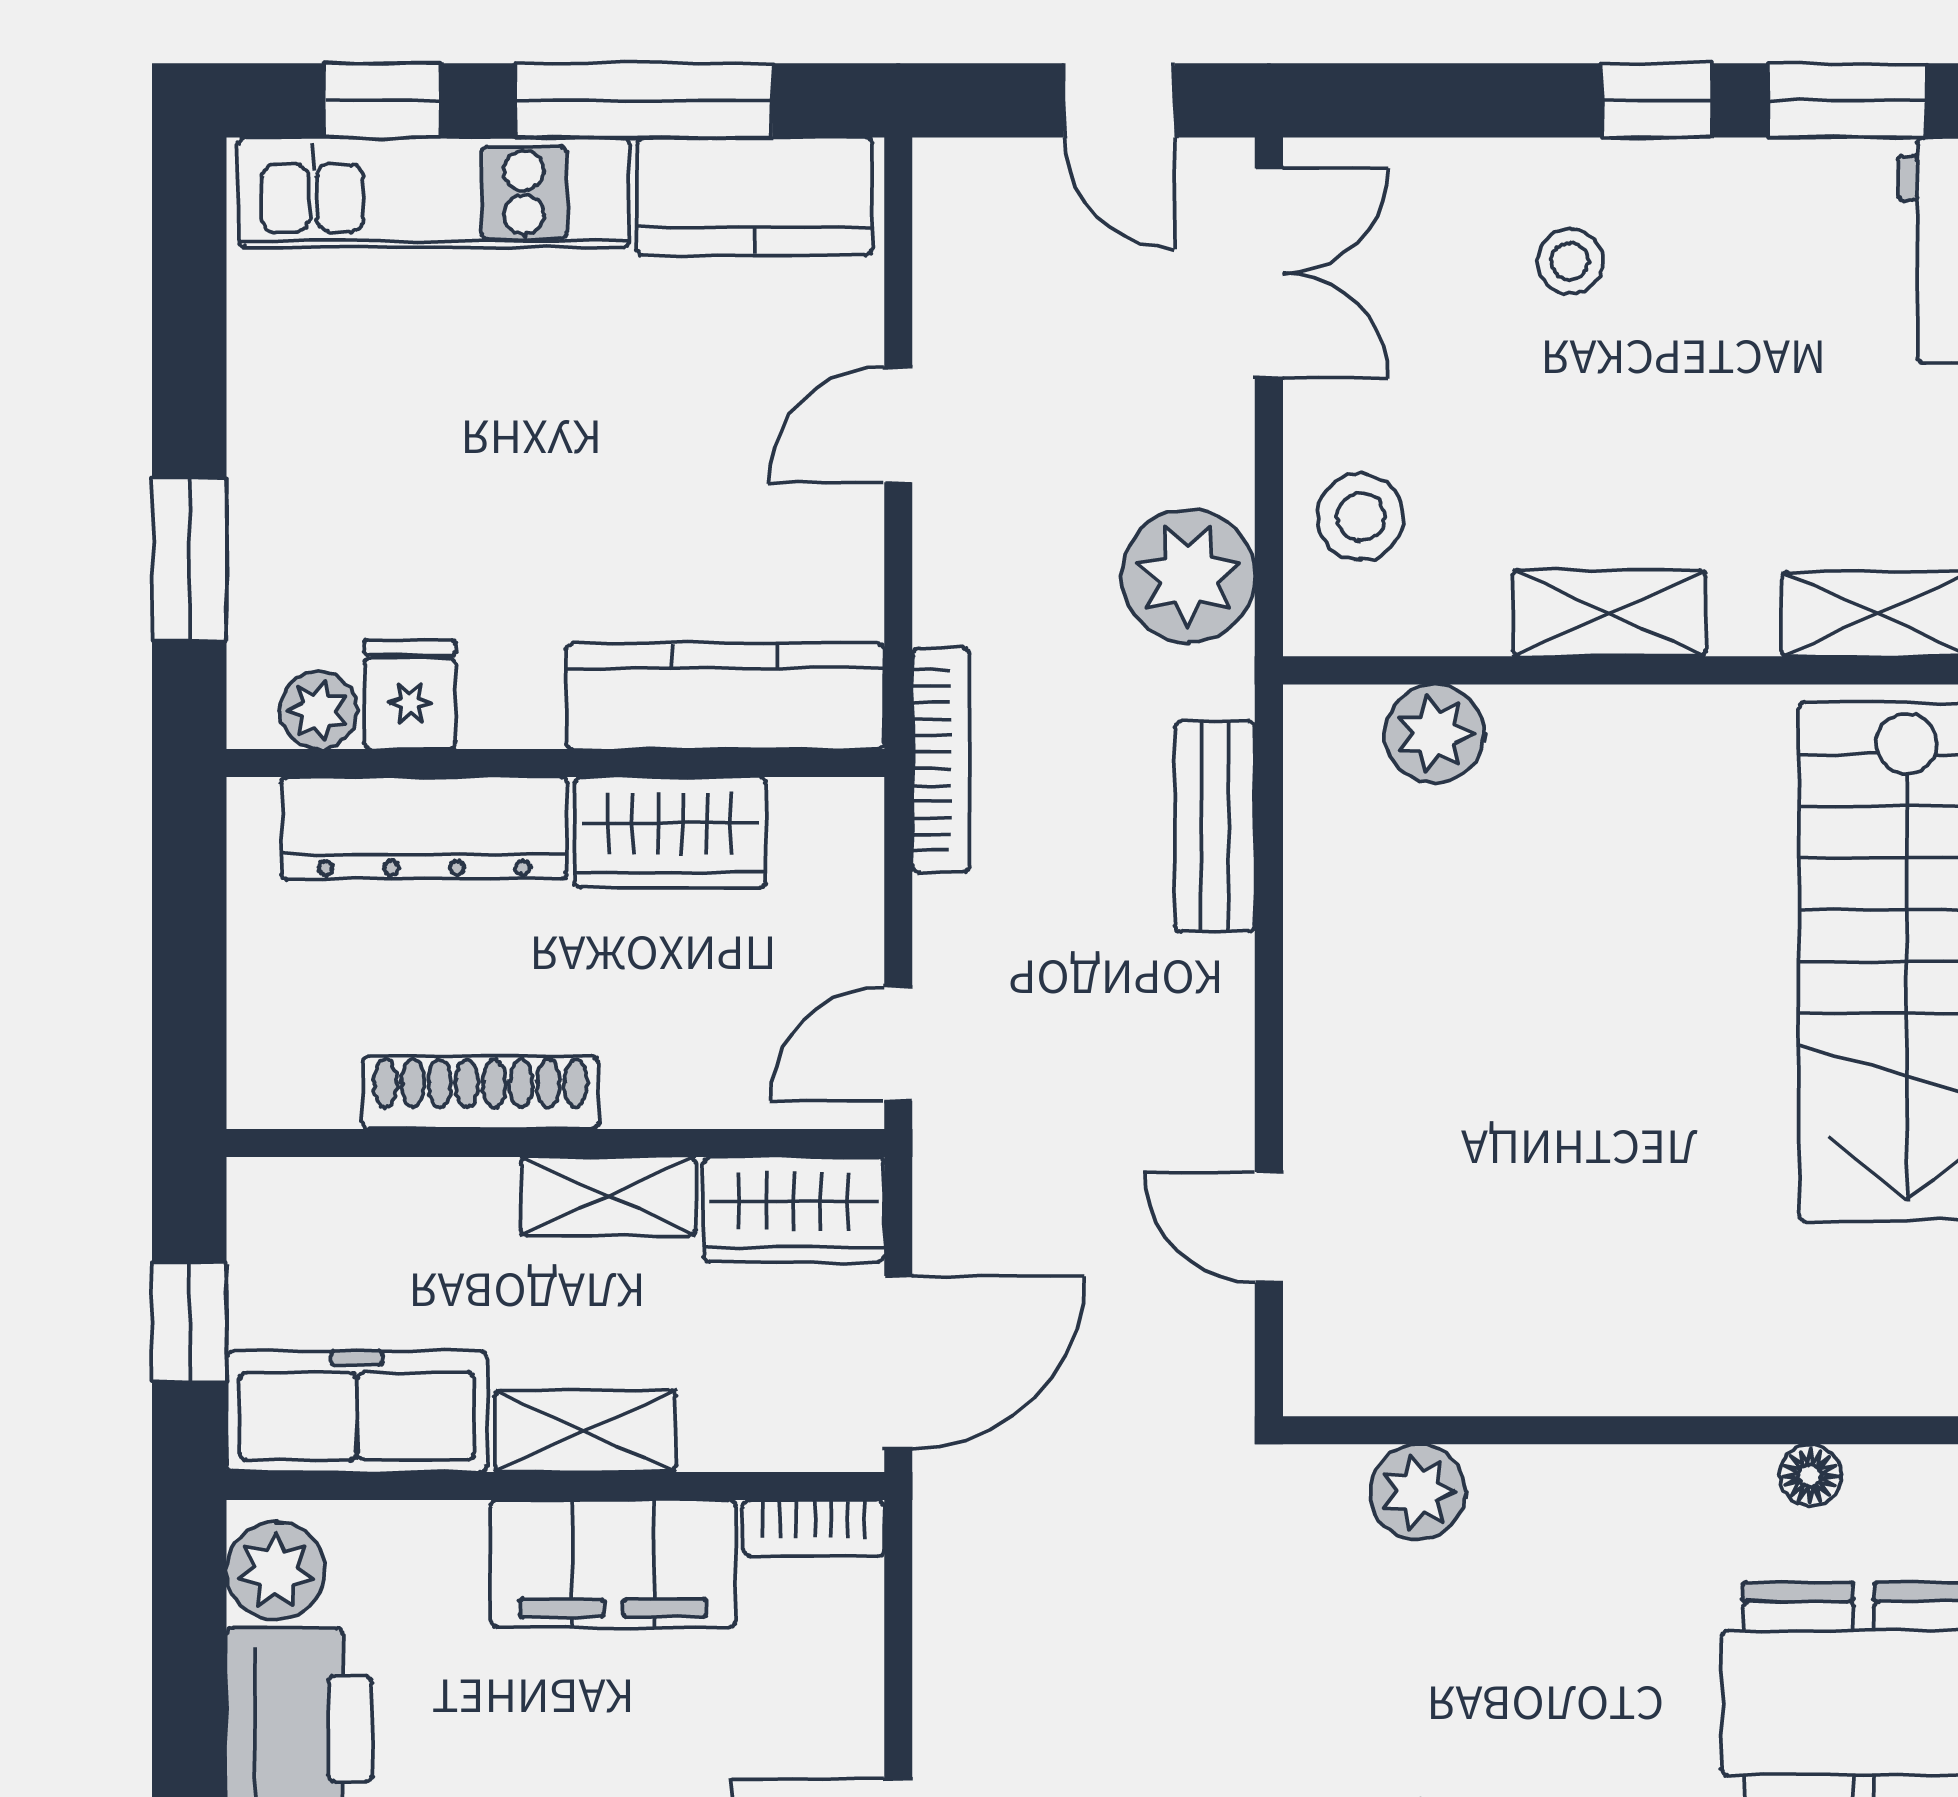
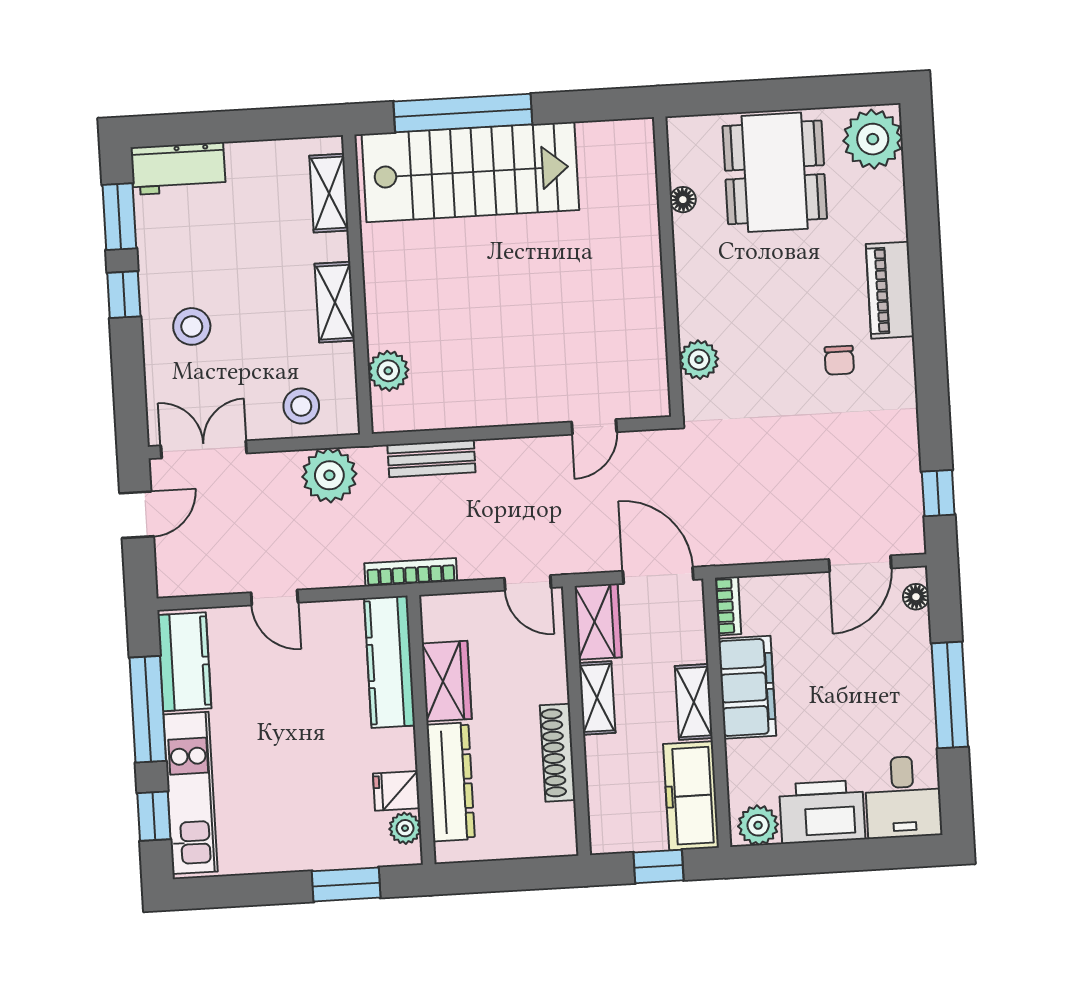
stool: (1570, 261) -> (192, 326), width x1.37, depth x1.37

